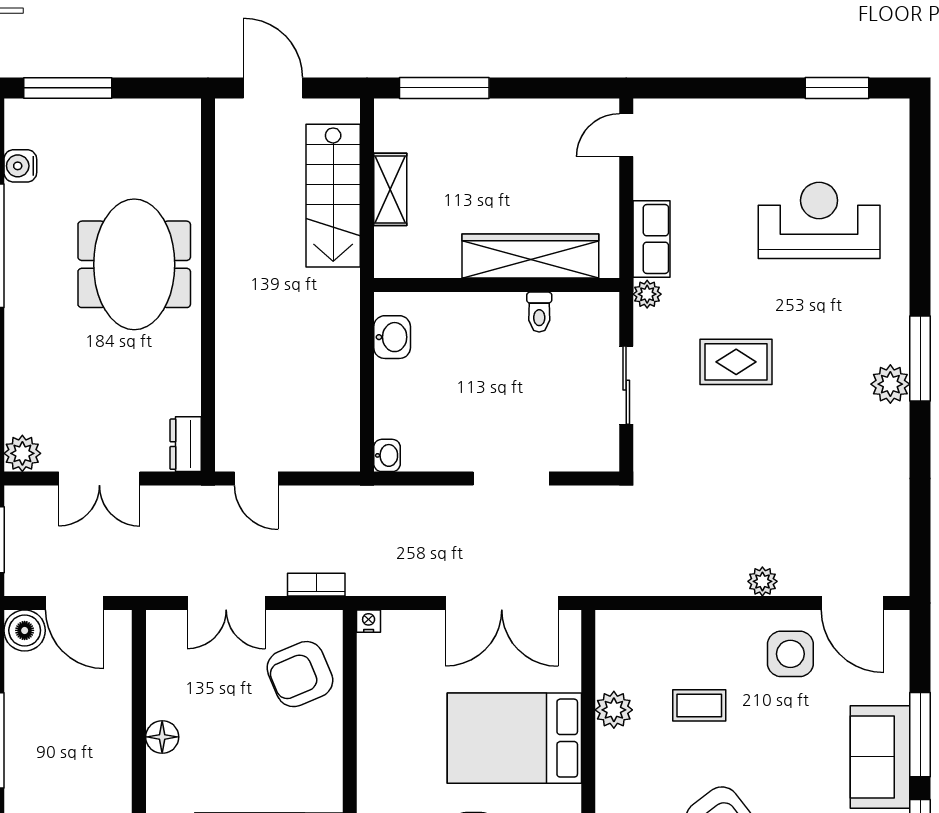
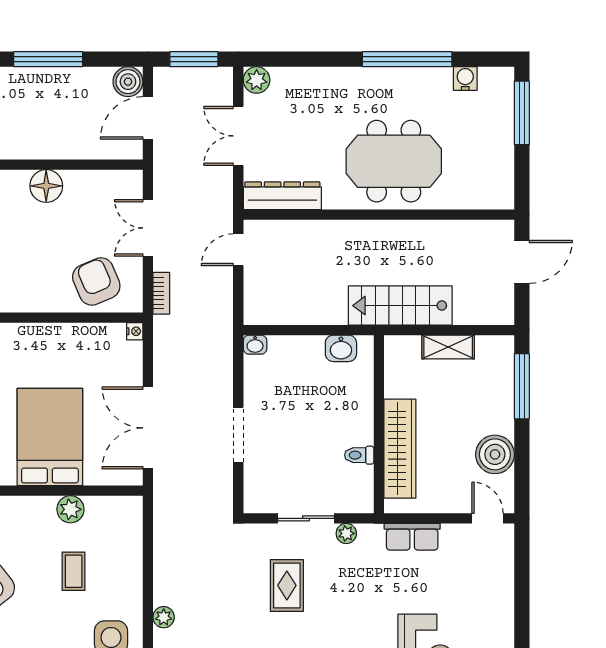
boiler: (538, 125) -> (495, 454), added
stairs: (333, 196) -> (400, 306), moved
plant: (647, 294) -> (346, 533), moved
rug: (736, 362) -> (287, 585), moved
dresser: (186, 444) -> (282, 196), width x1.96, depth x1.24
floor lamp: (162, 737) -> (46, 186), width x1.38, depth x1.38

